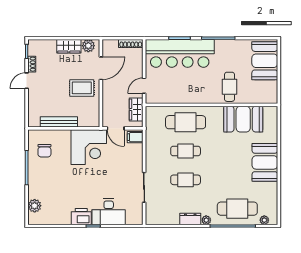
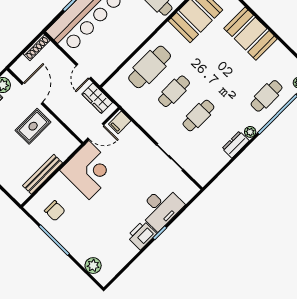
cafe table: (237, 209) -> (267, 96), width x0.73, depth x0.74

